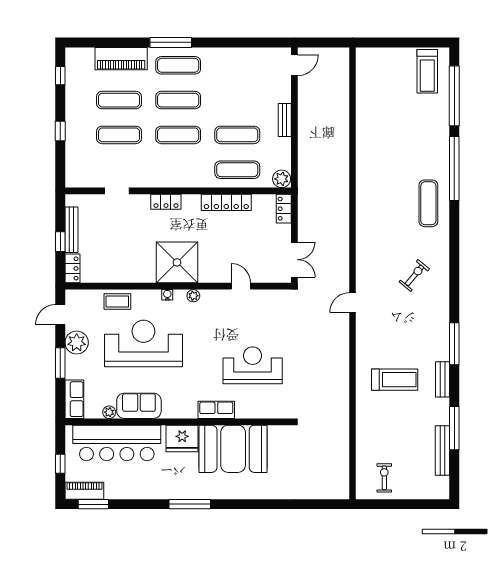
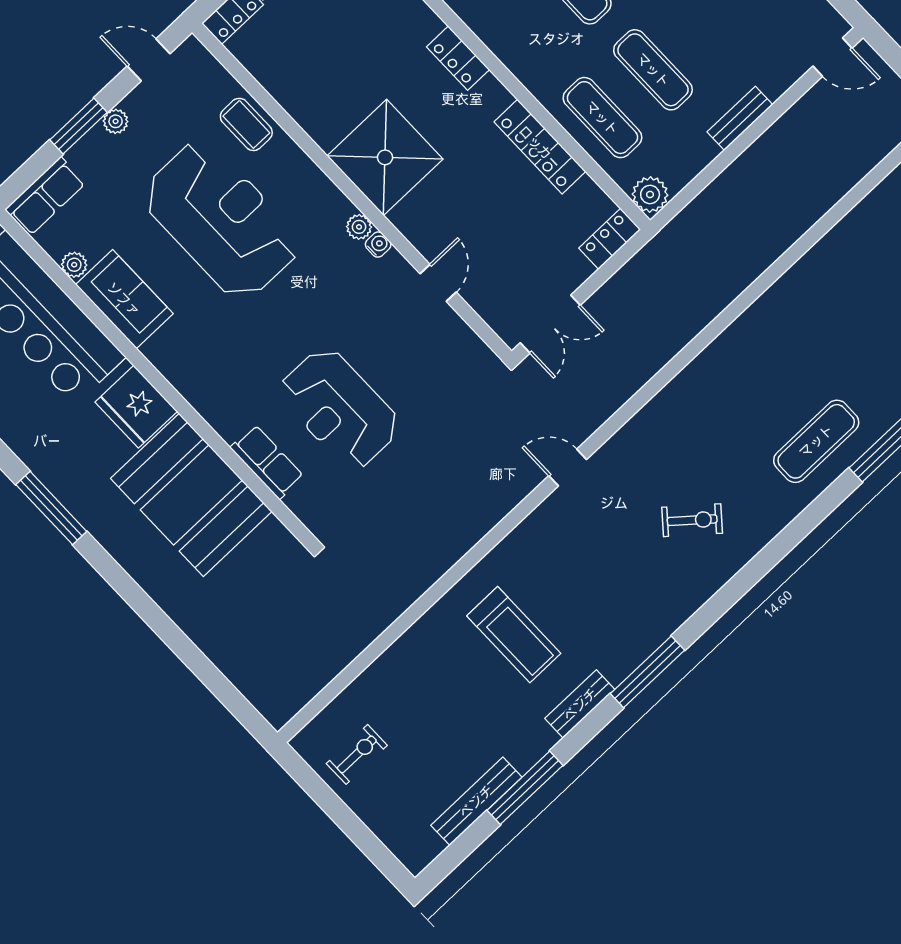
water cooler: (167, 295) -> (378, 245), moved
plant: (77, 343) -> (116, 121), width x0.53, depth x0.53
reception desk: (253, 365) -> (339, 409), turned 180
row of seats: (216, 410) -> (267, 462), moved

